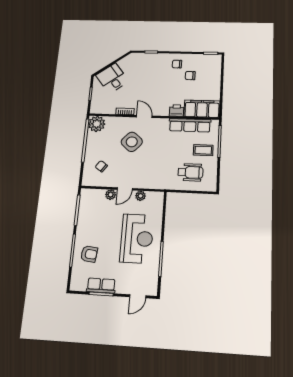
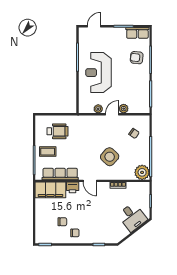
door: (144, 116) -> (90, 181), moved
wheelchair: (190, 172) -> (58, 131), turned 180
row of seats: (101, 286) -> (137, 33), moved

